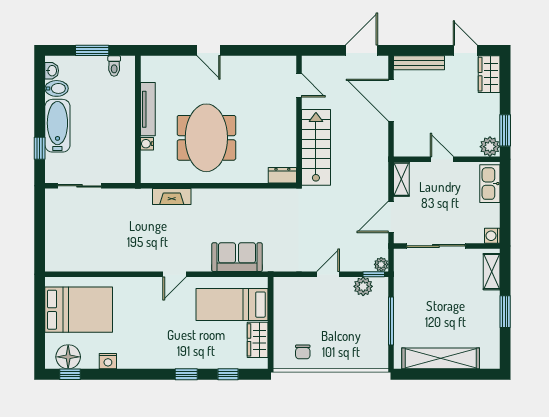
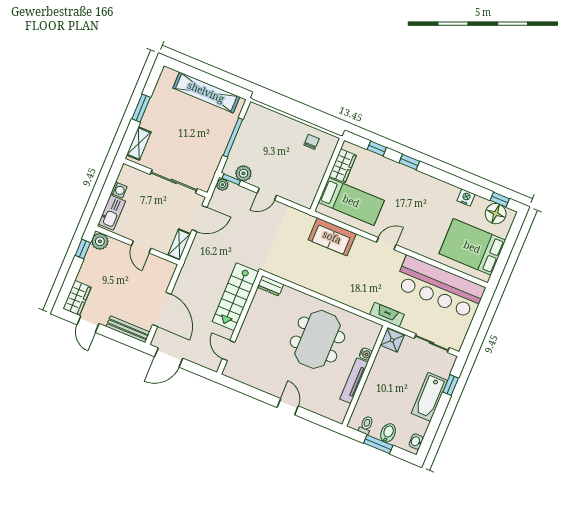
bidet: (57, 88) -> (388, 433), moved, turned 90
window: (505, 130) -> (83, 249), width x0.67
shower: (124, 171) -> (392, 340), added
fireplace: (172, 197) -> (387, 315), moved
washing machine: (492, 236) -> (119, 190), moved
bar counter: (96, 251) -> (440, 287), added

